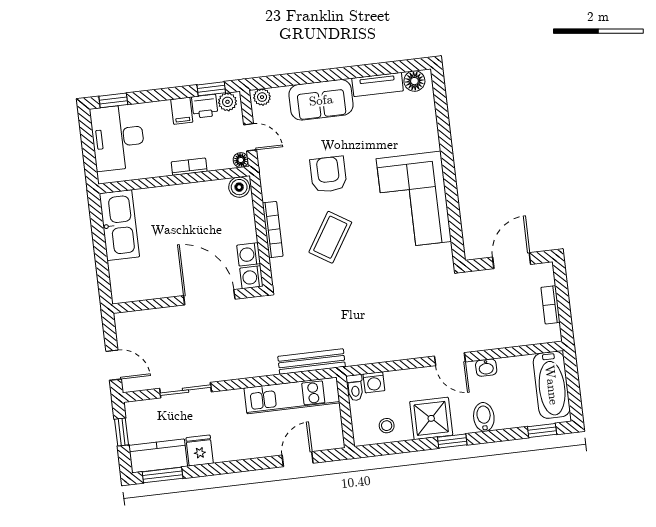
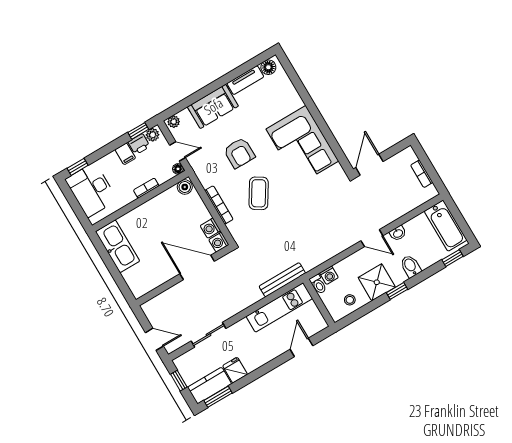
armchair: (328, 174) -> (239, 153), turned 180
door: (512, 261) -> (370, 165), moved

